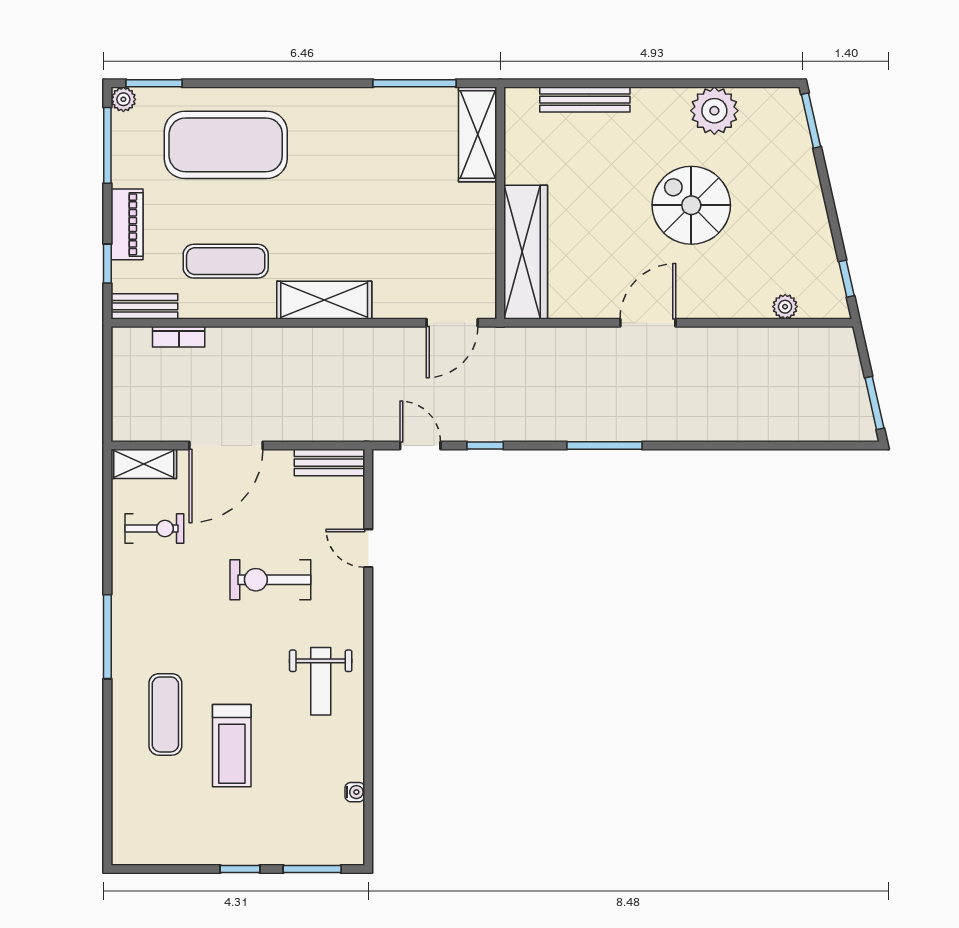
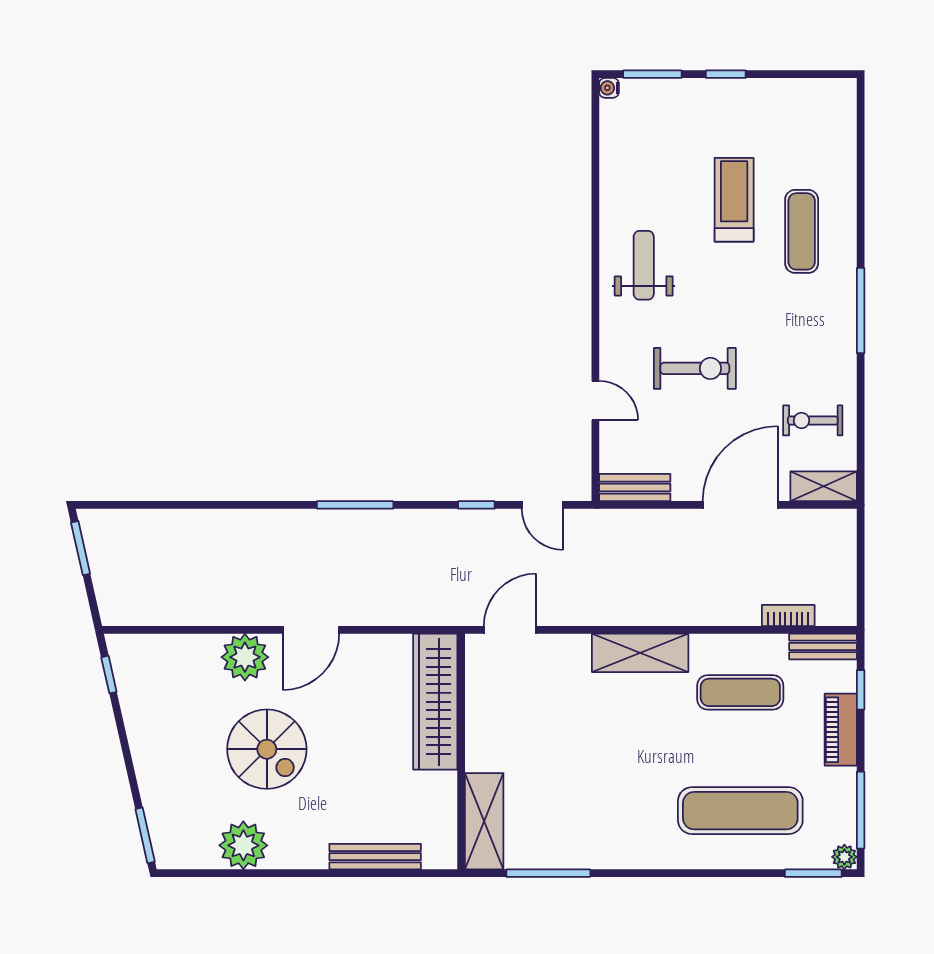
exercise mat: (226, 145) -> (740, 811), width x0.68
plant: (785, 307) -> (245, 657), moved, width x1.87, depth x1.87
water cooler: (355, 792) -> (609, 88), moved

